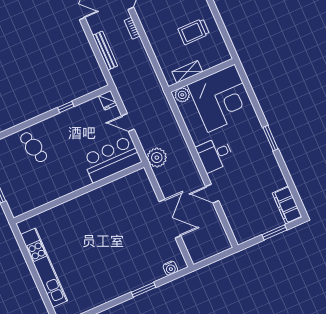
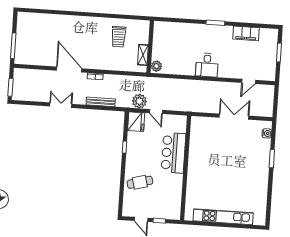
corner desk: (221, 98) -> (172, 41), removed
fridge: (108, 100) -> (136, 122), width x1.88, depth x1.34
door: (128, 123) -> (156, 112), hinge flipped
plant: (157, 158) -> (139, 101), moved
bar counter: (112, 159) -> (173, 153), moved
door: (212, 194) -> (249, 81), moved
filing cabinet: (287, 205) -> (246, 33), moved

